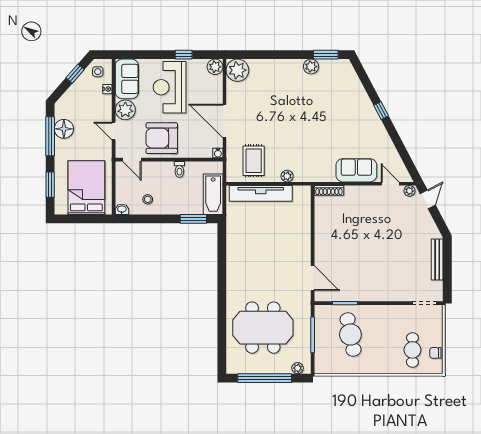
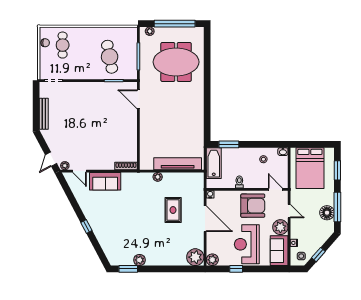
reception desk: (170, 87) -> (247, 244), turned 180
rug: (254, 161) -> (173, 210), moved

